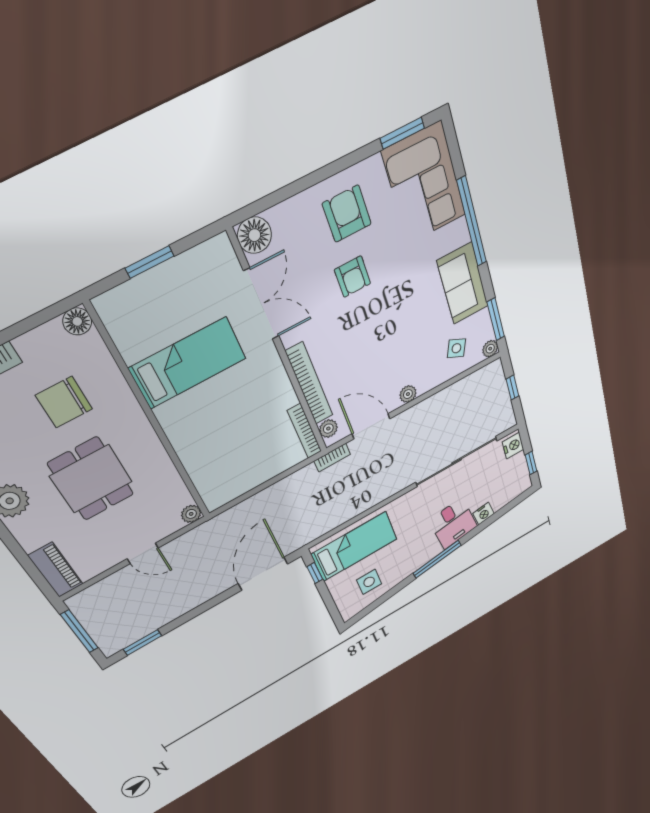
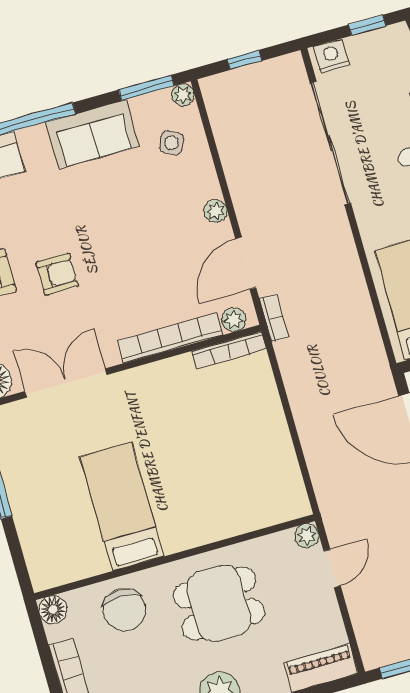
floor lamp: (77, 321) -> (53, 610), moved
bed: (188, 363) -> (122, 507), moved
wall: (152, 418) -> (175, 557), moved
plant: (191, 514) -> (307, 536), moved

